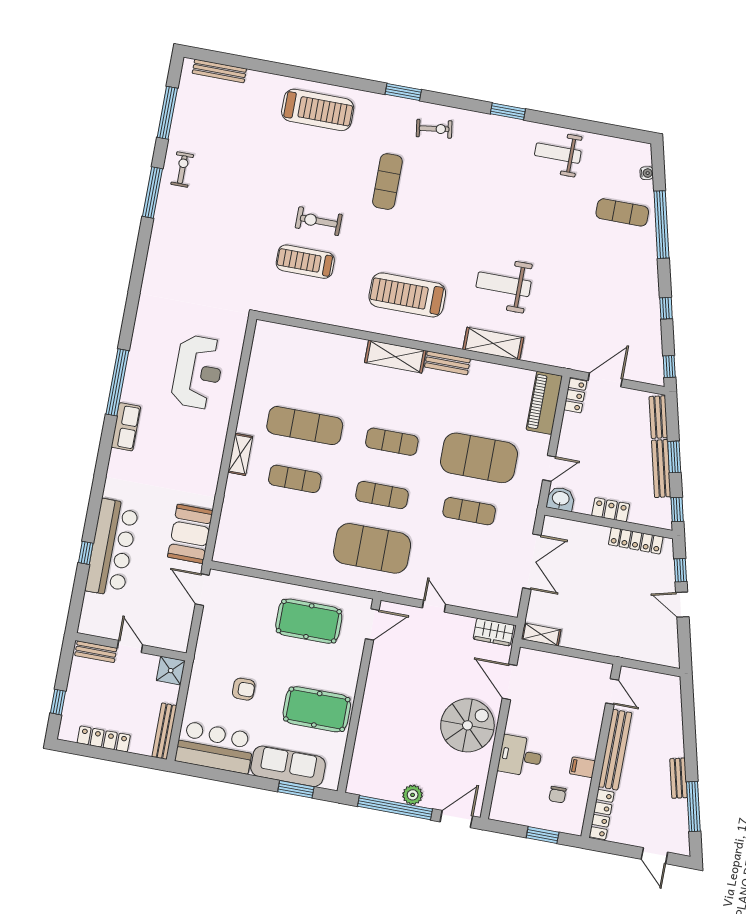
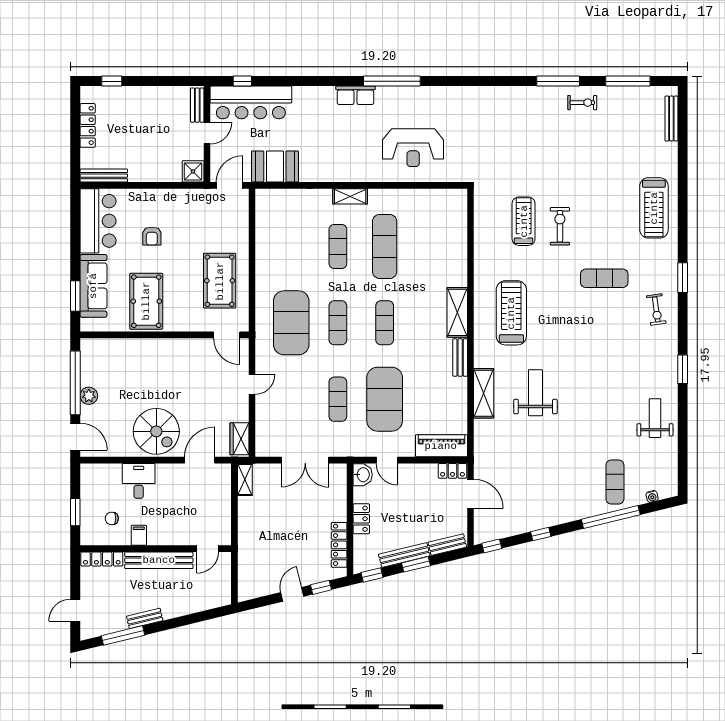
door: (130, 647) -> (207, 133), moved
wall: (131, 647) -> (207, 134), moved
bench: (96, 652) -> (197, 105), moved
shower: (171, 671) -> (193, 171), moved

